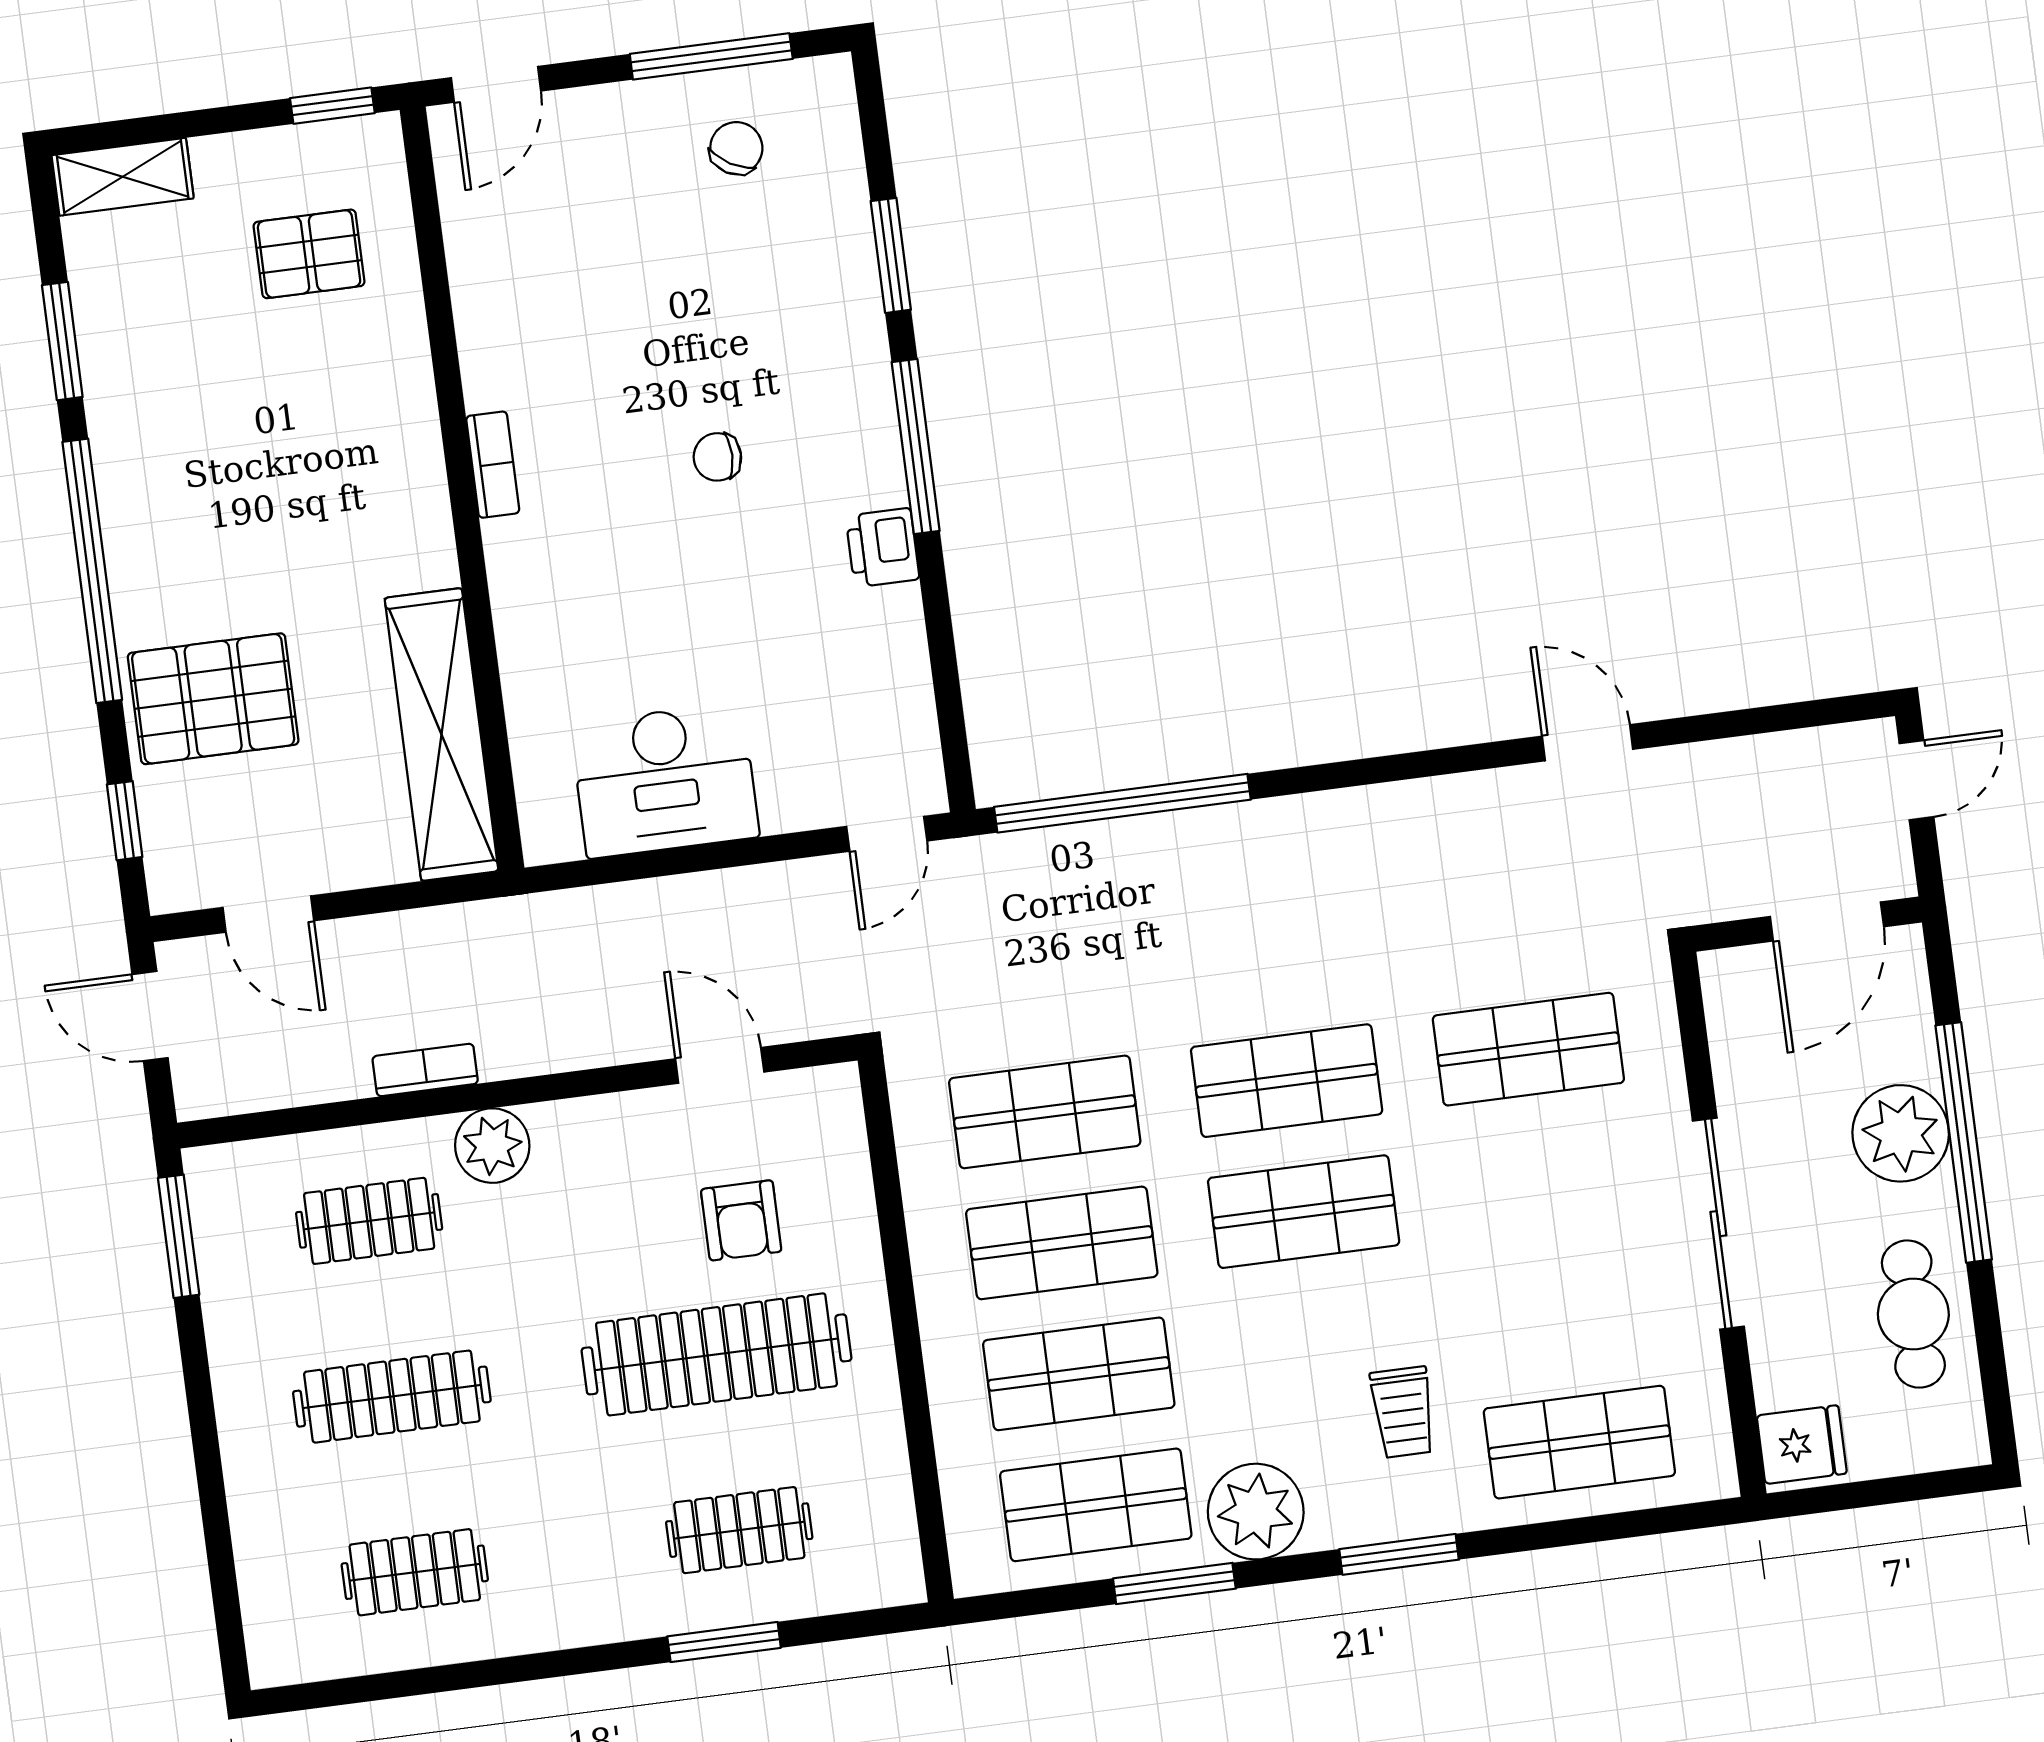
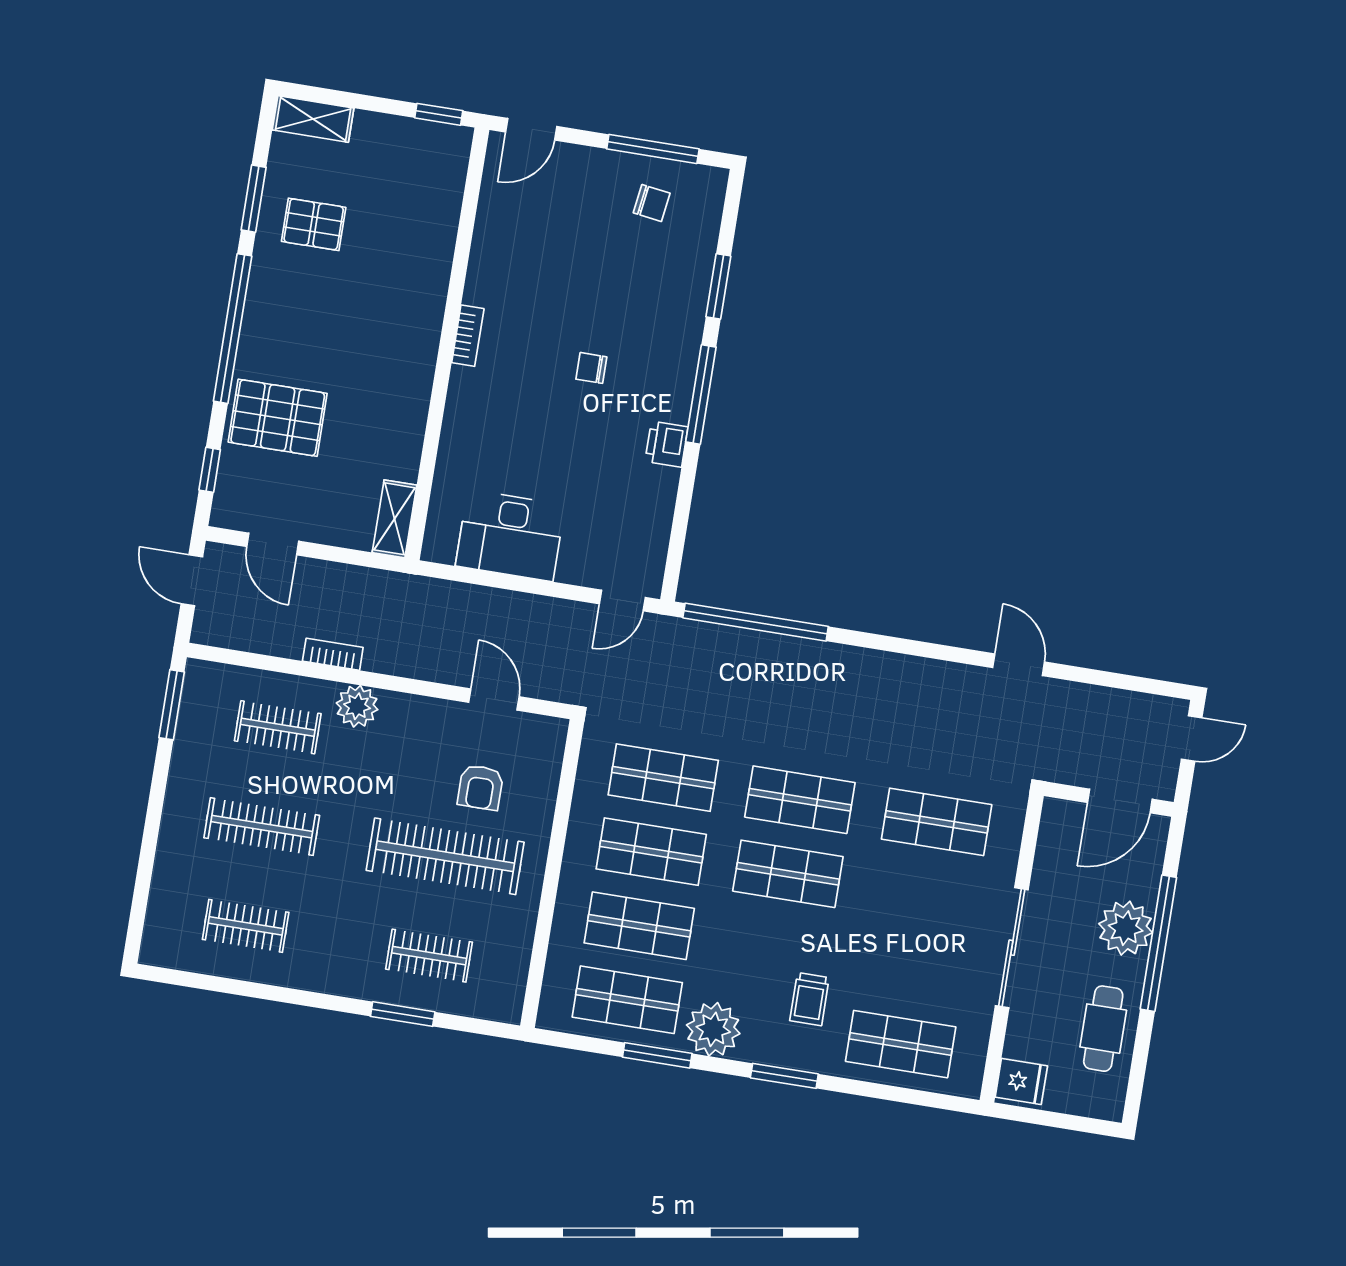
chair: (736, 148) -> (652, 203), turned 68
pallet: (309, 254) -> (314, 224), moved
shelving: (441, 735) -> (395, 519), width x0.45, depth x0.75

